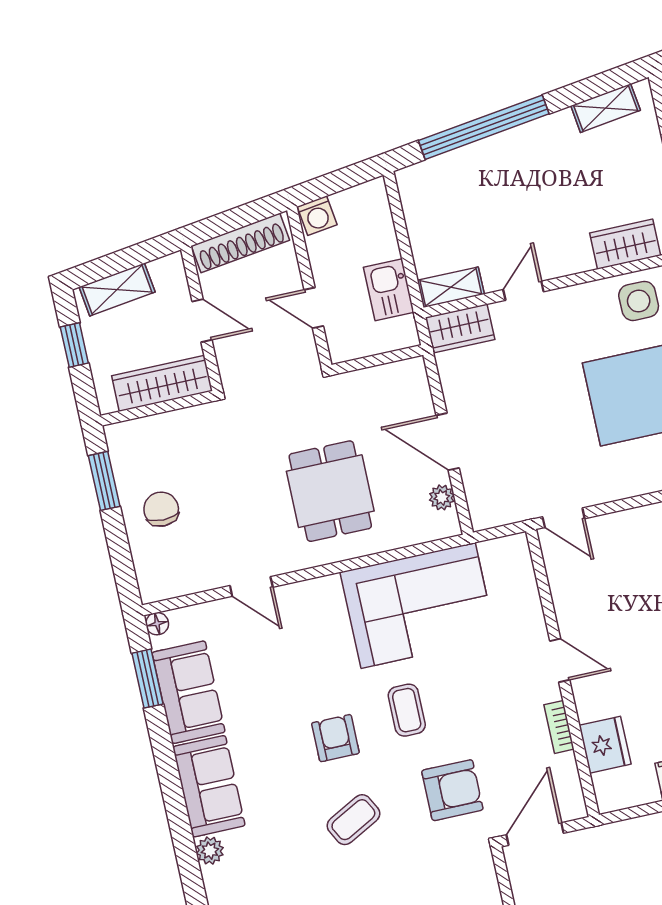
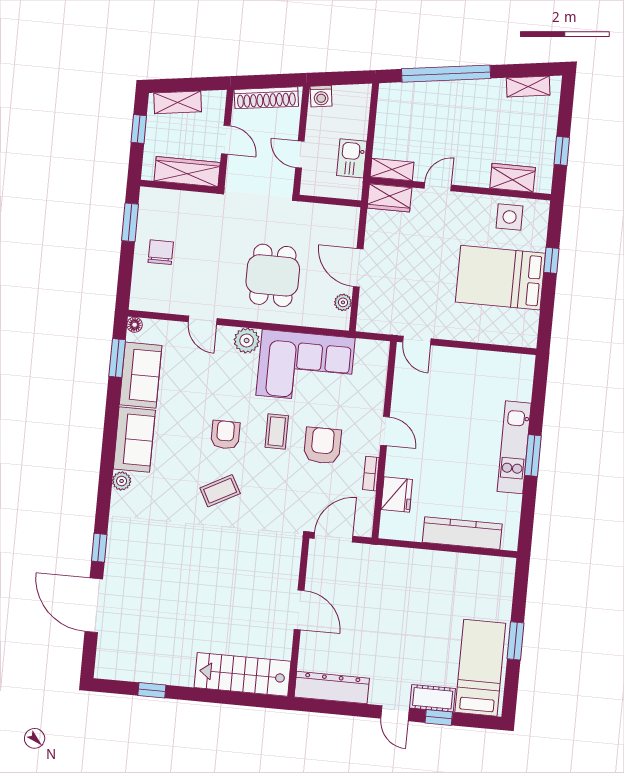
plant: (323, 595) -> (247, 340), added
armchair: (452, 790) -> (322, 446), moved, turned -90

